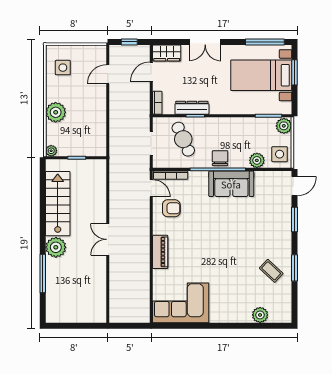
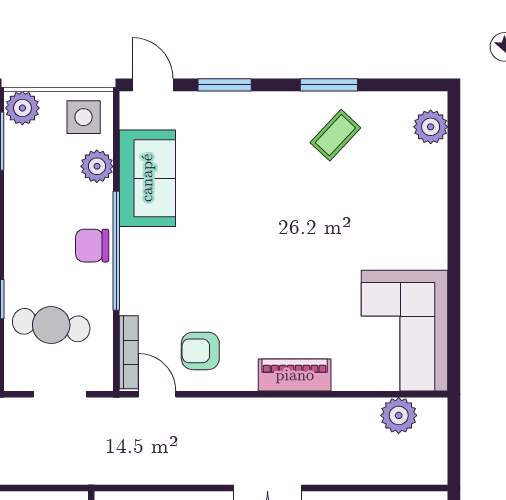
cafe table: (183, 139) -> (51, 325), turned 32
sofa: (231, 184) -> (147, 178), moved
door: (151, 188) -> (157, 394), hinge flipped
armchair: (171, 208) -> (200, 351), turned -90
plant: (141, 300) -> (399, 415), added
plant: (260, 315) -> (431, 127), moved

